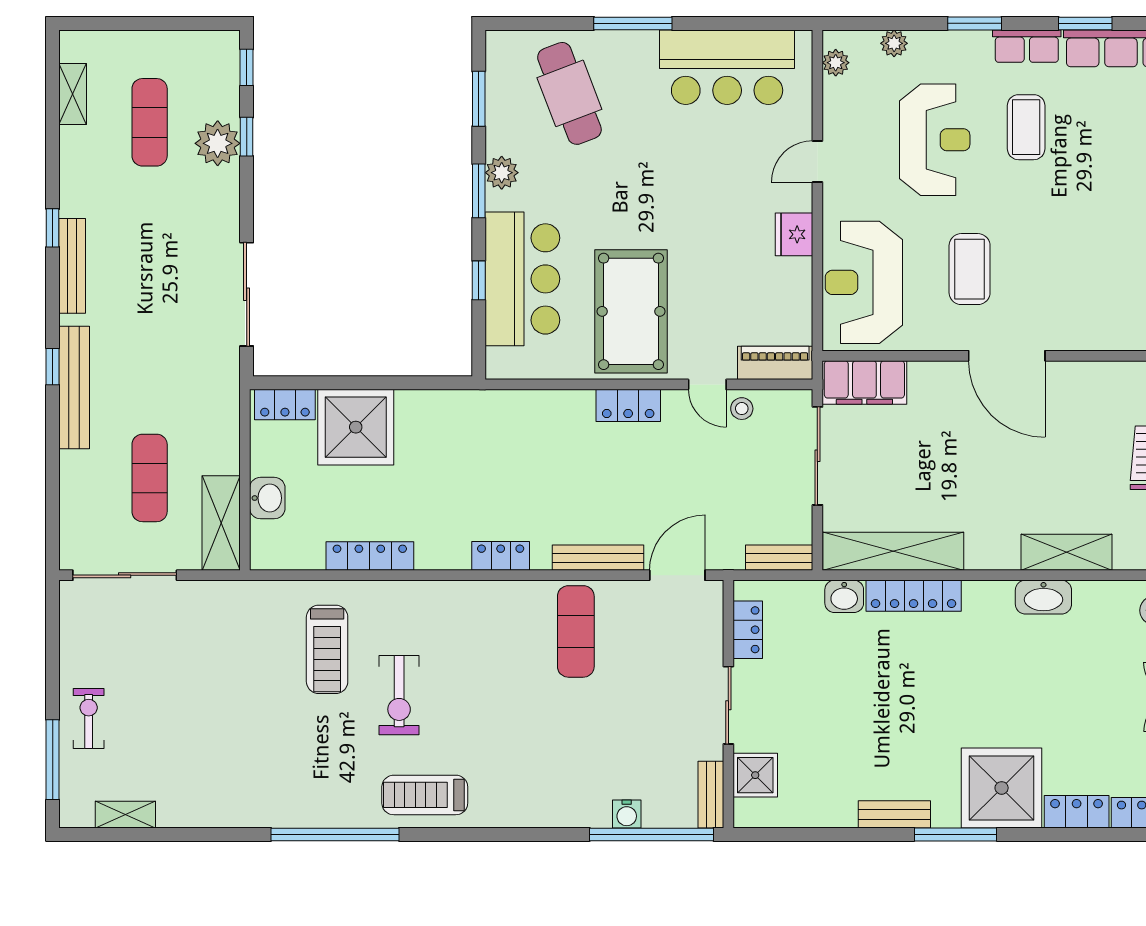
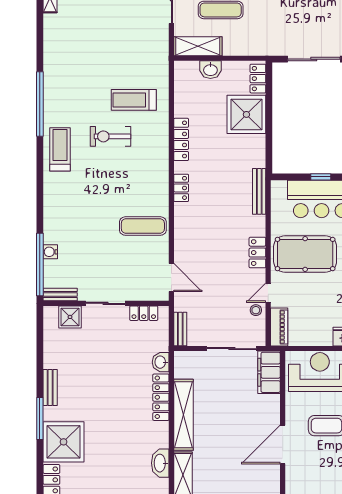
shelving: (893, 551) -> (183, 415), moved
locker: (370, 556) -> (181, 139), moved
bench: (598, 558) -> (259, 191), moved

